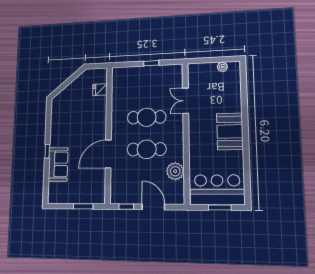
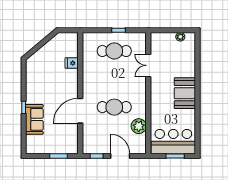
fridge: (100, 90) -> (72, 63), moved
cafe table: (147, 117) -> (114, 51), moved

